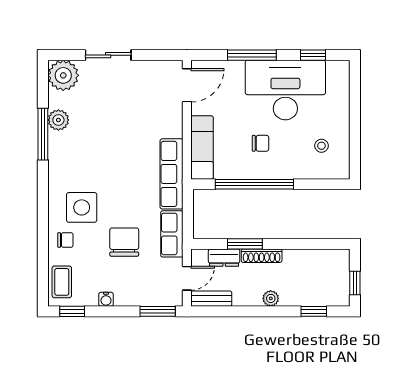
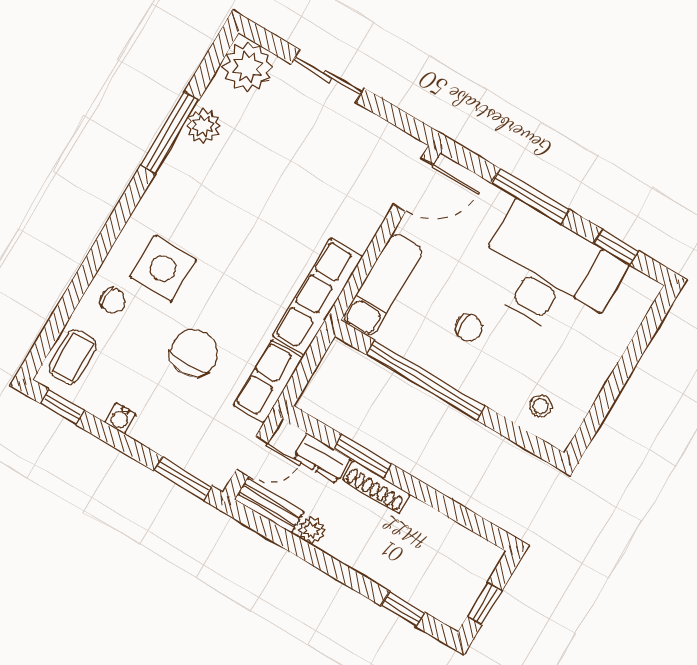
stool: (321, 146) -> (541, 406), moved
plant: (271, 298) -> (312, 530), moved

